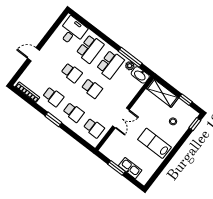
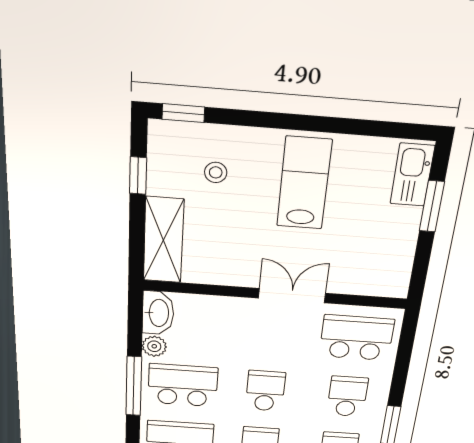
window: (130, 57) -> (134, 386), moved
school desk: (94, 128) -> (357, 338), width x1.85
lab bench: (154, 143) -> (304, 183), turned 180
window: (117, 168) -> (432, 206), moved
kitchen sink: (130, 168) -> (412, 175), moved

